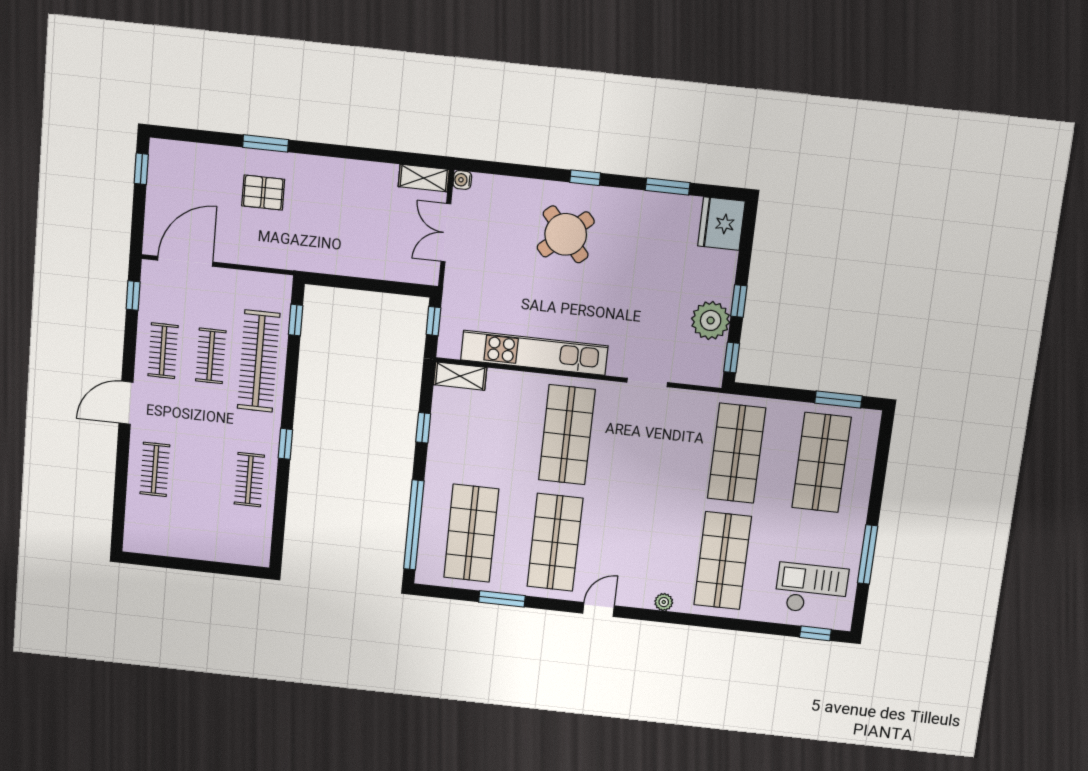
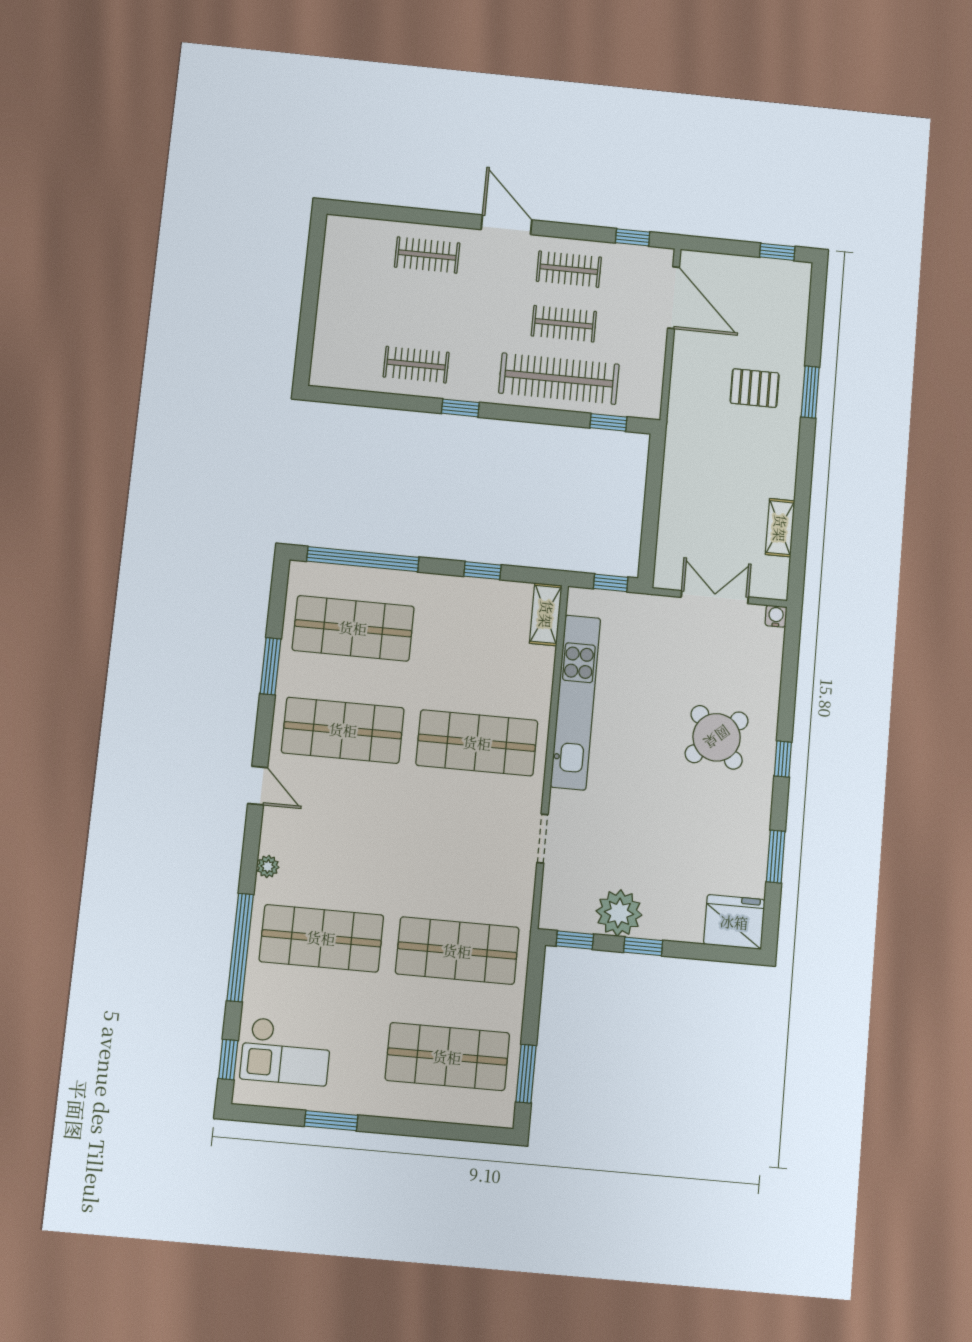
shelving: (424, 178) -> (780, 528), moved
pallet: (263, 193) -> (755, 388), turned 90
window: (868, 554) -> (331, 1121), width x0.69
checkout: (811, 589) -> (286, 1051), turned 90
window: (728, 624) -> (240, 947), added

